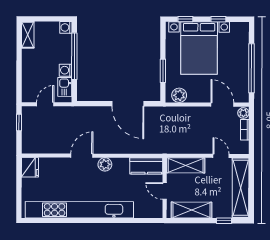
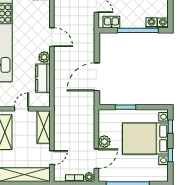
washing machine: (66, 70) -> (152, 23), moved
plant: (179, 95) -> (104, 142), moved
kitchen counter: (146, 166) -> (43, 78), moved

